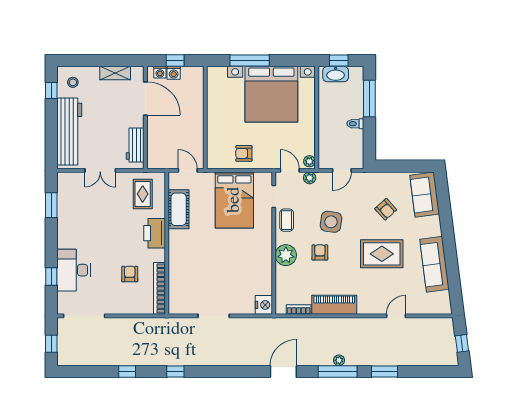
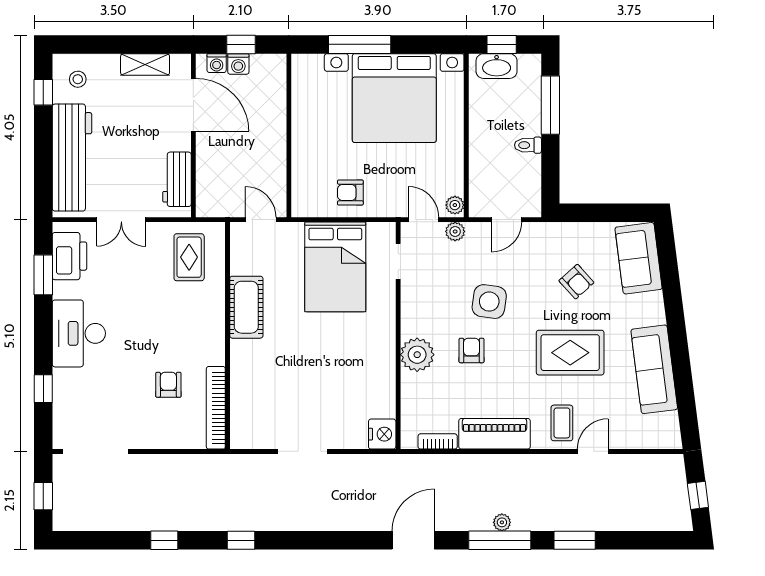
cot: (179, 209) -> (246, 307), moved
coffee table: (287, 220) -> (562, 423), moved
printer: (155, 233) -> (70, 256), moved, turned 180
desk: (74, 270) -> (79, 333), moved

